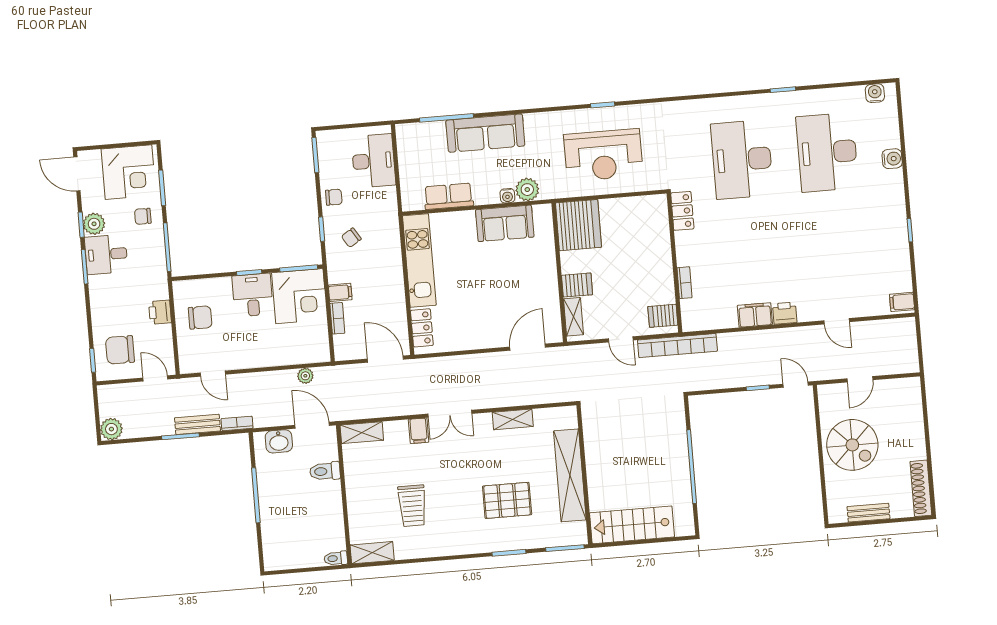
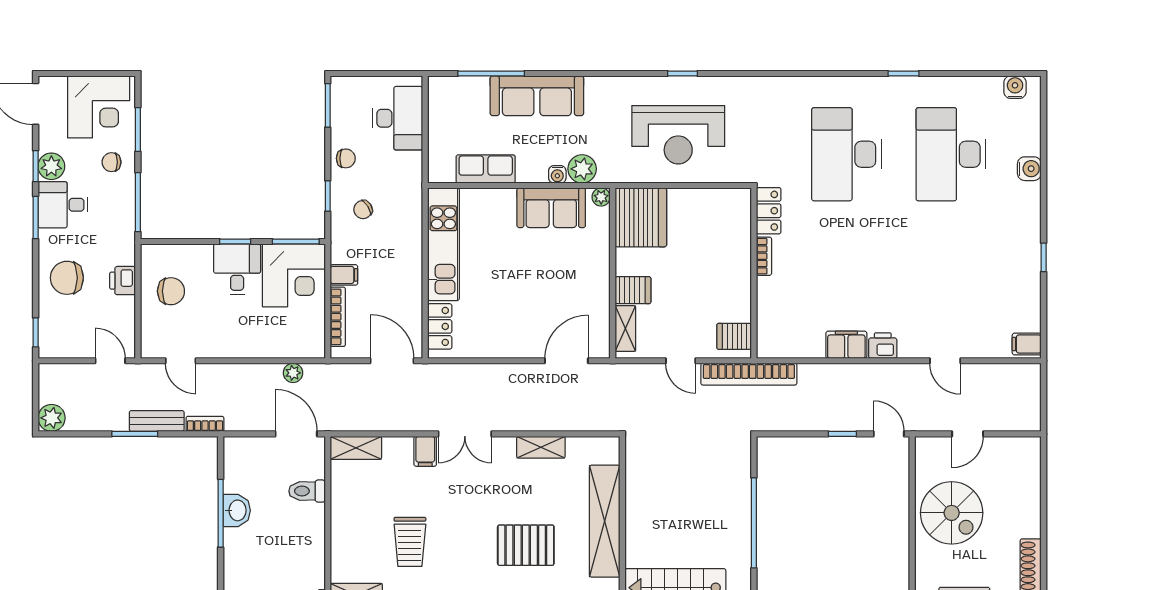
plant: (545, 211) -> (601, 197), added
bookcase: (684, 283) -> (764, 256), moved
bookcase: (337, 318) -> (338, 317), width x1.56
chair: (120, 350) -> (67, 278), moved
washbasin: (279, 441) -> (237, 510), moved, turned -90

